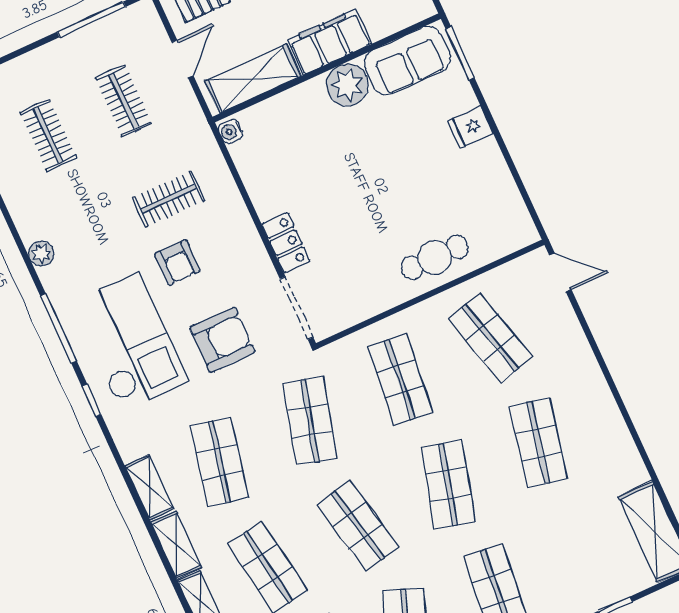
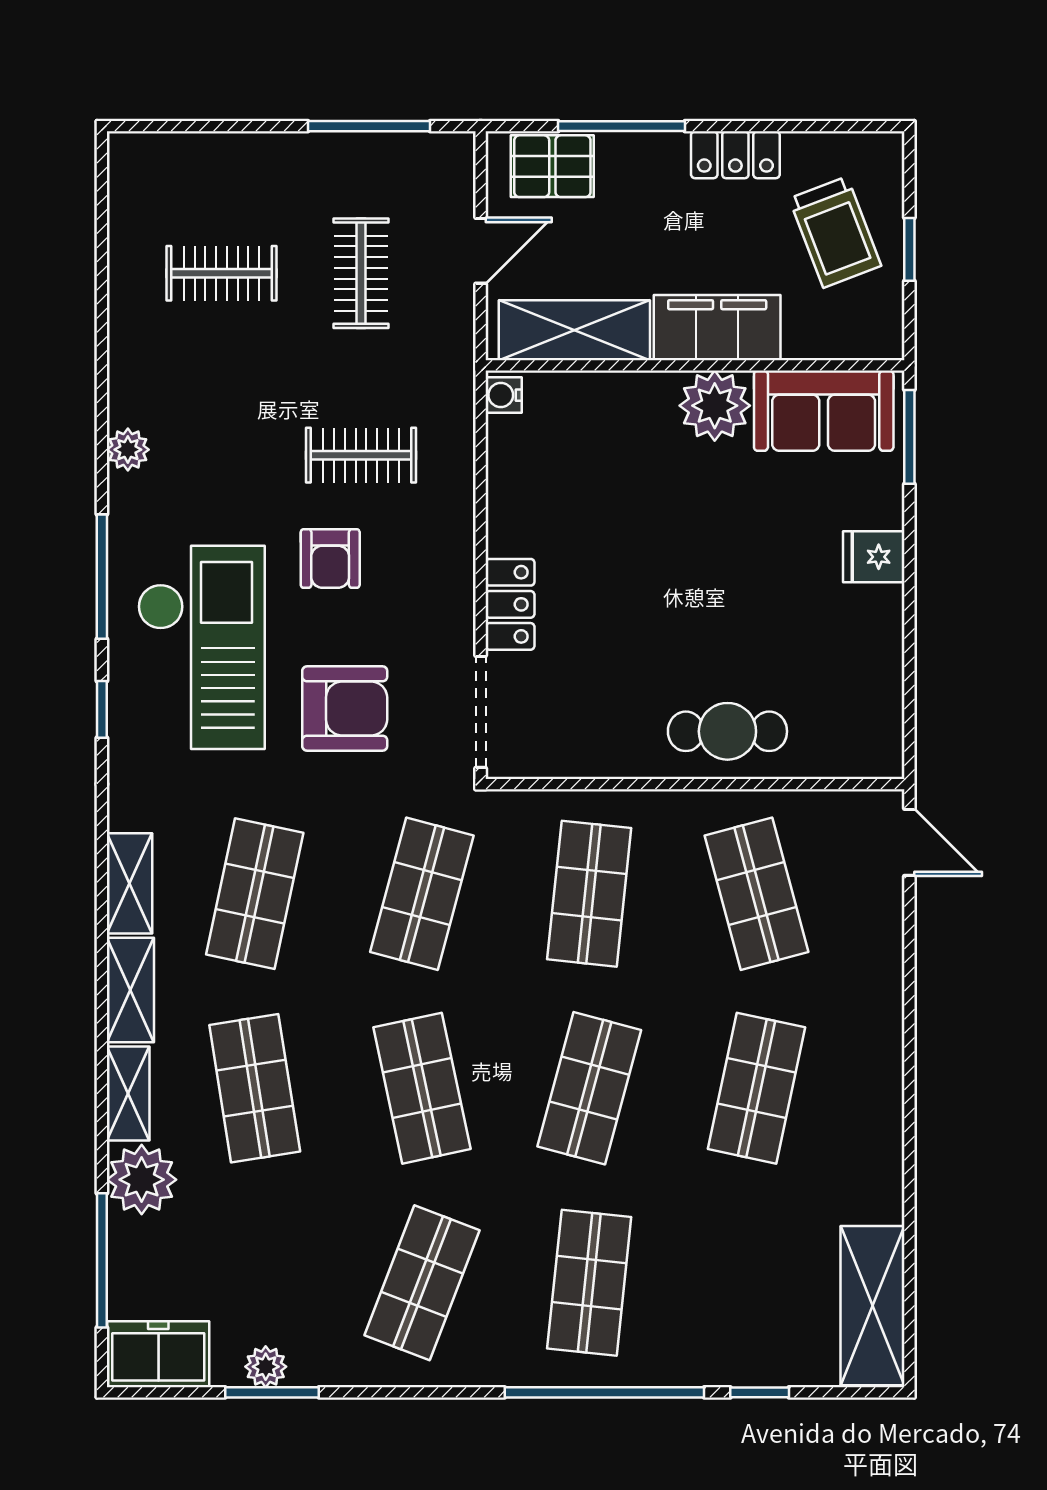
clothes rail: (48, 135) -> (221, 273), turned 90

